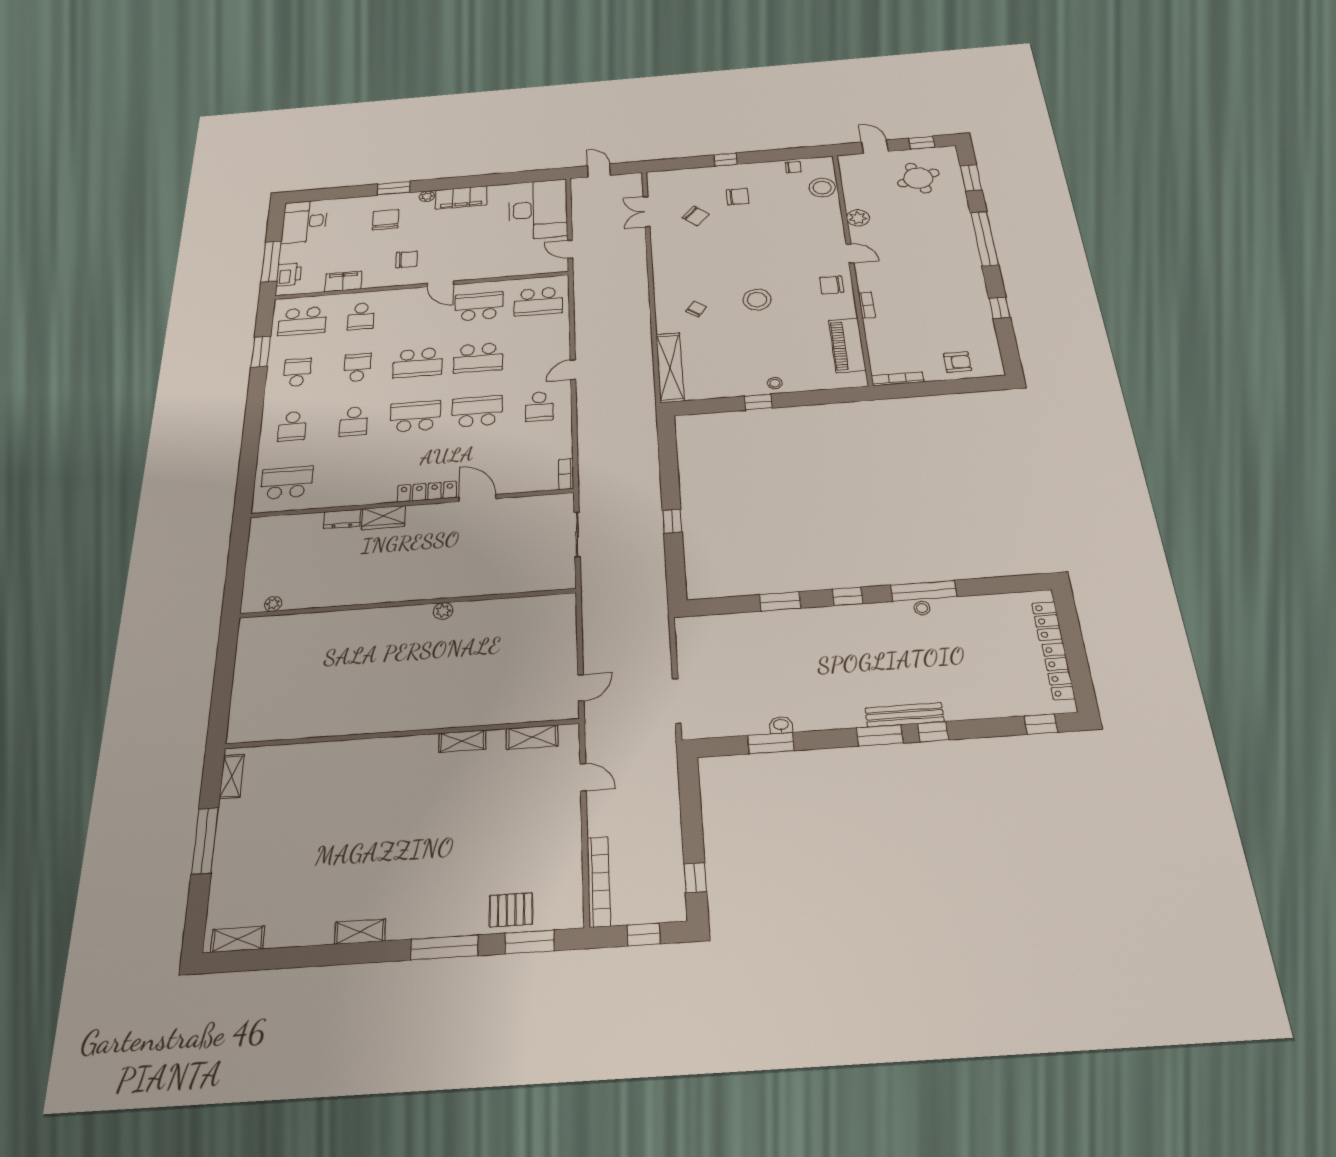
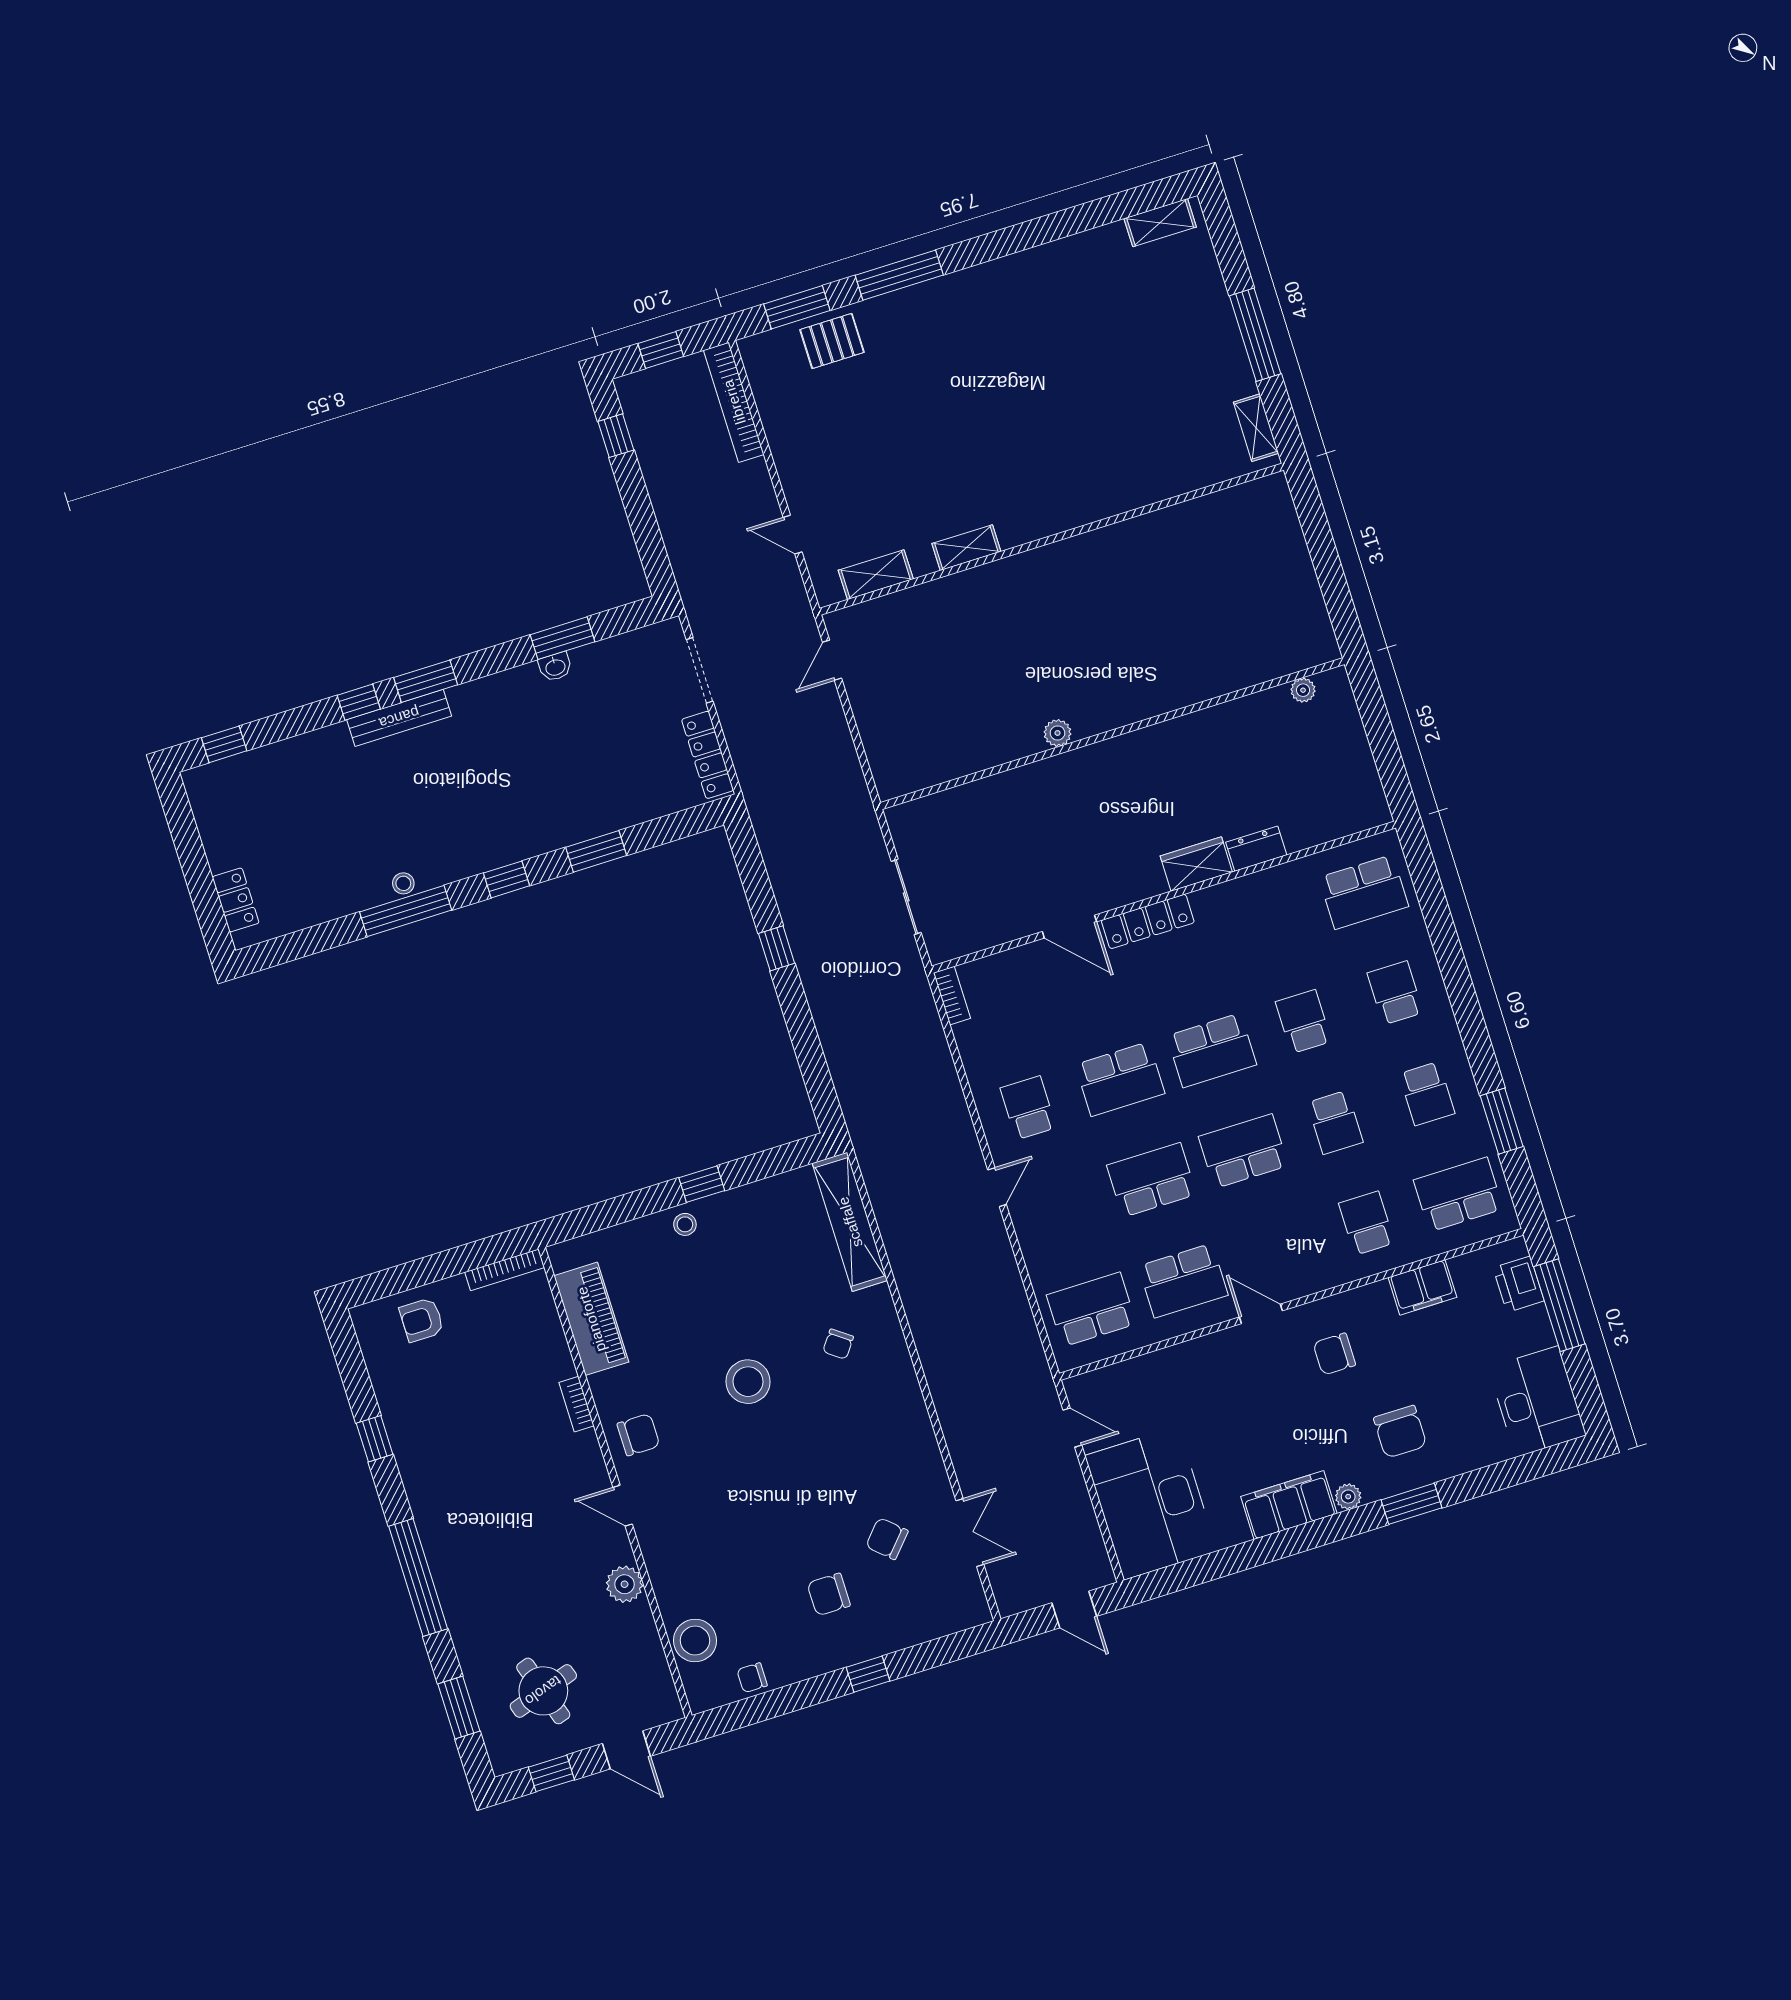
locker: (1058, 671) -> (708, 755), moved, turned 180
shelving: (360, 932) -> (1010, 269), removed

